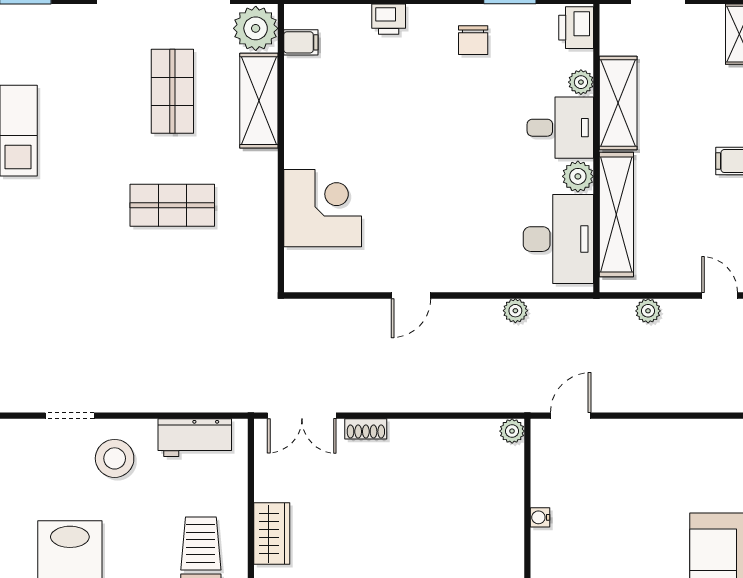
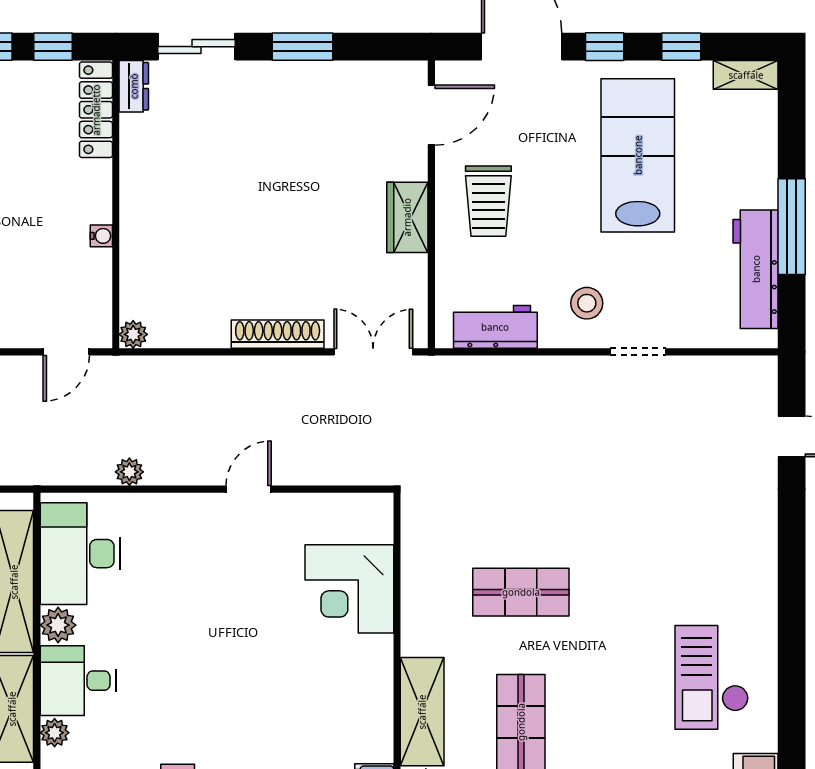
shoe rack: (366, 429) -> (278, 334), width x1.94, depth x1.24
stool: (115, 458) -> (587, 303), width x0.73, depth x0.73

